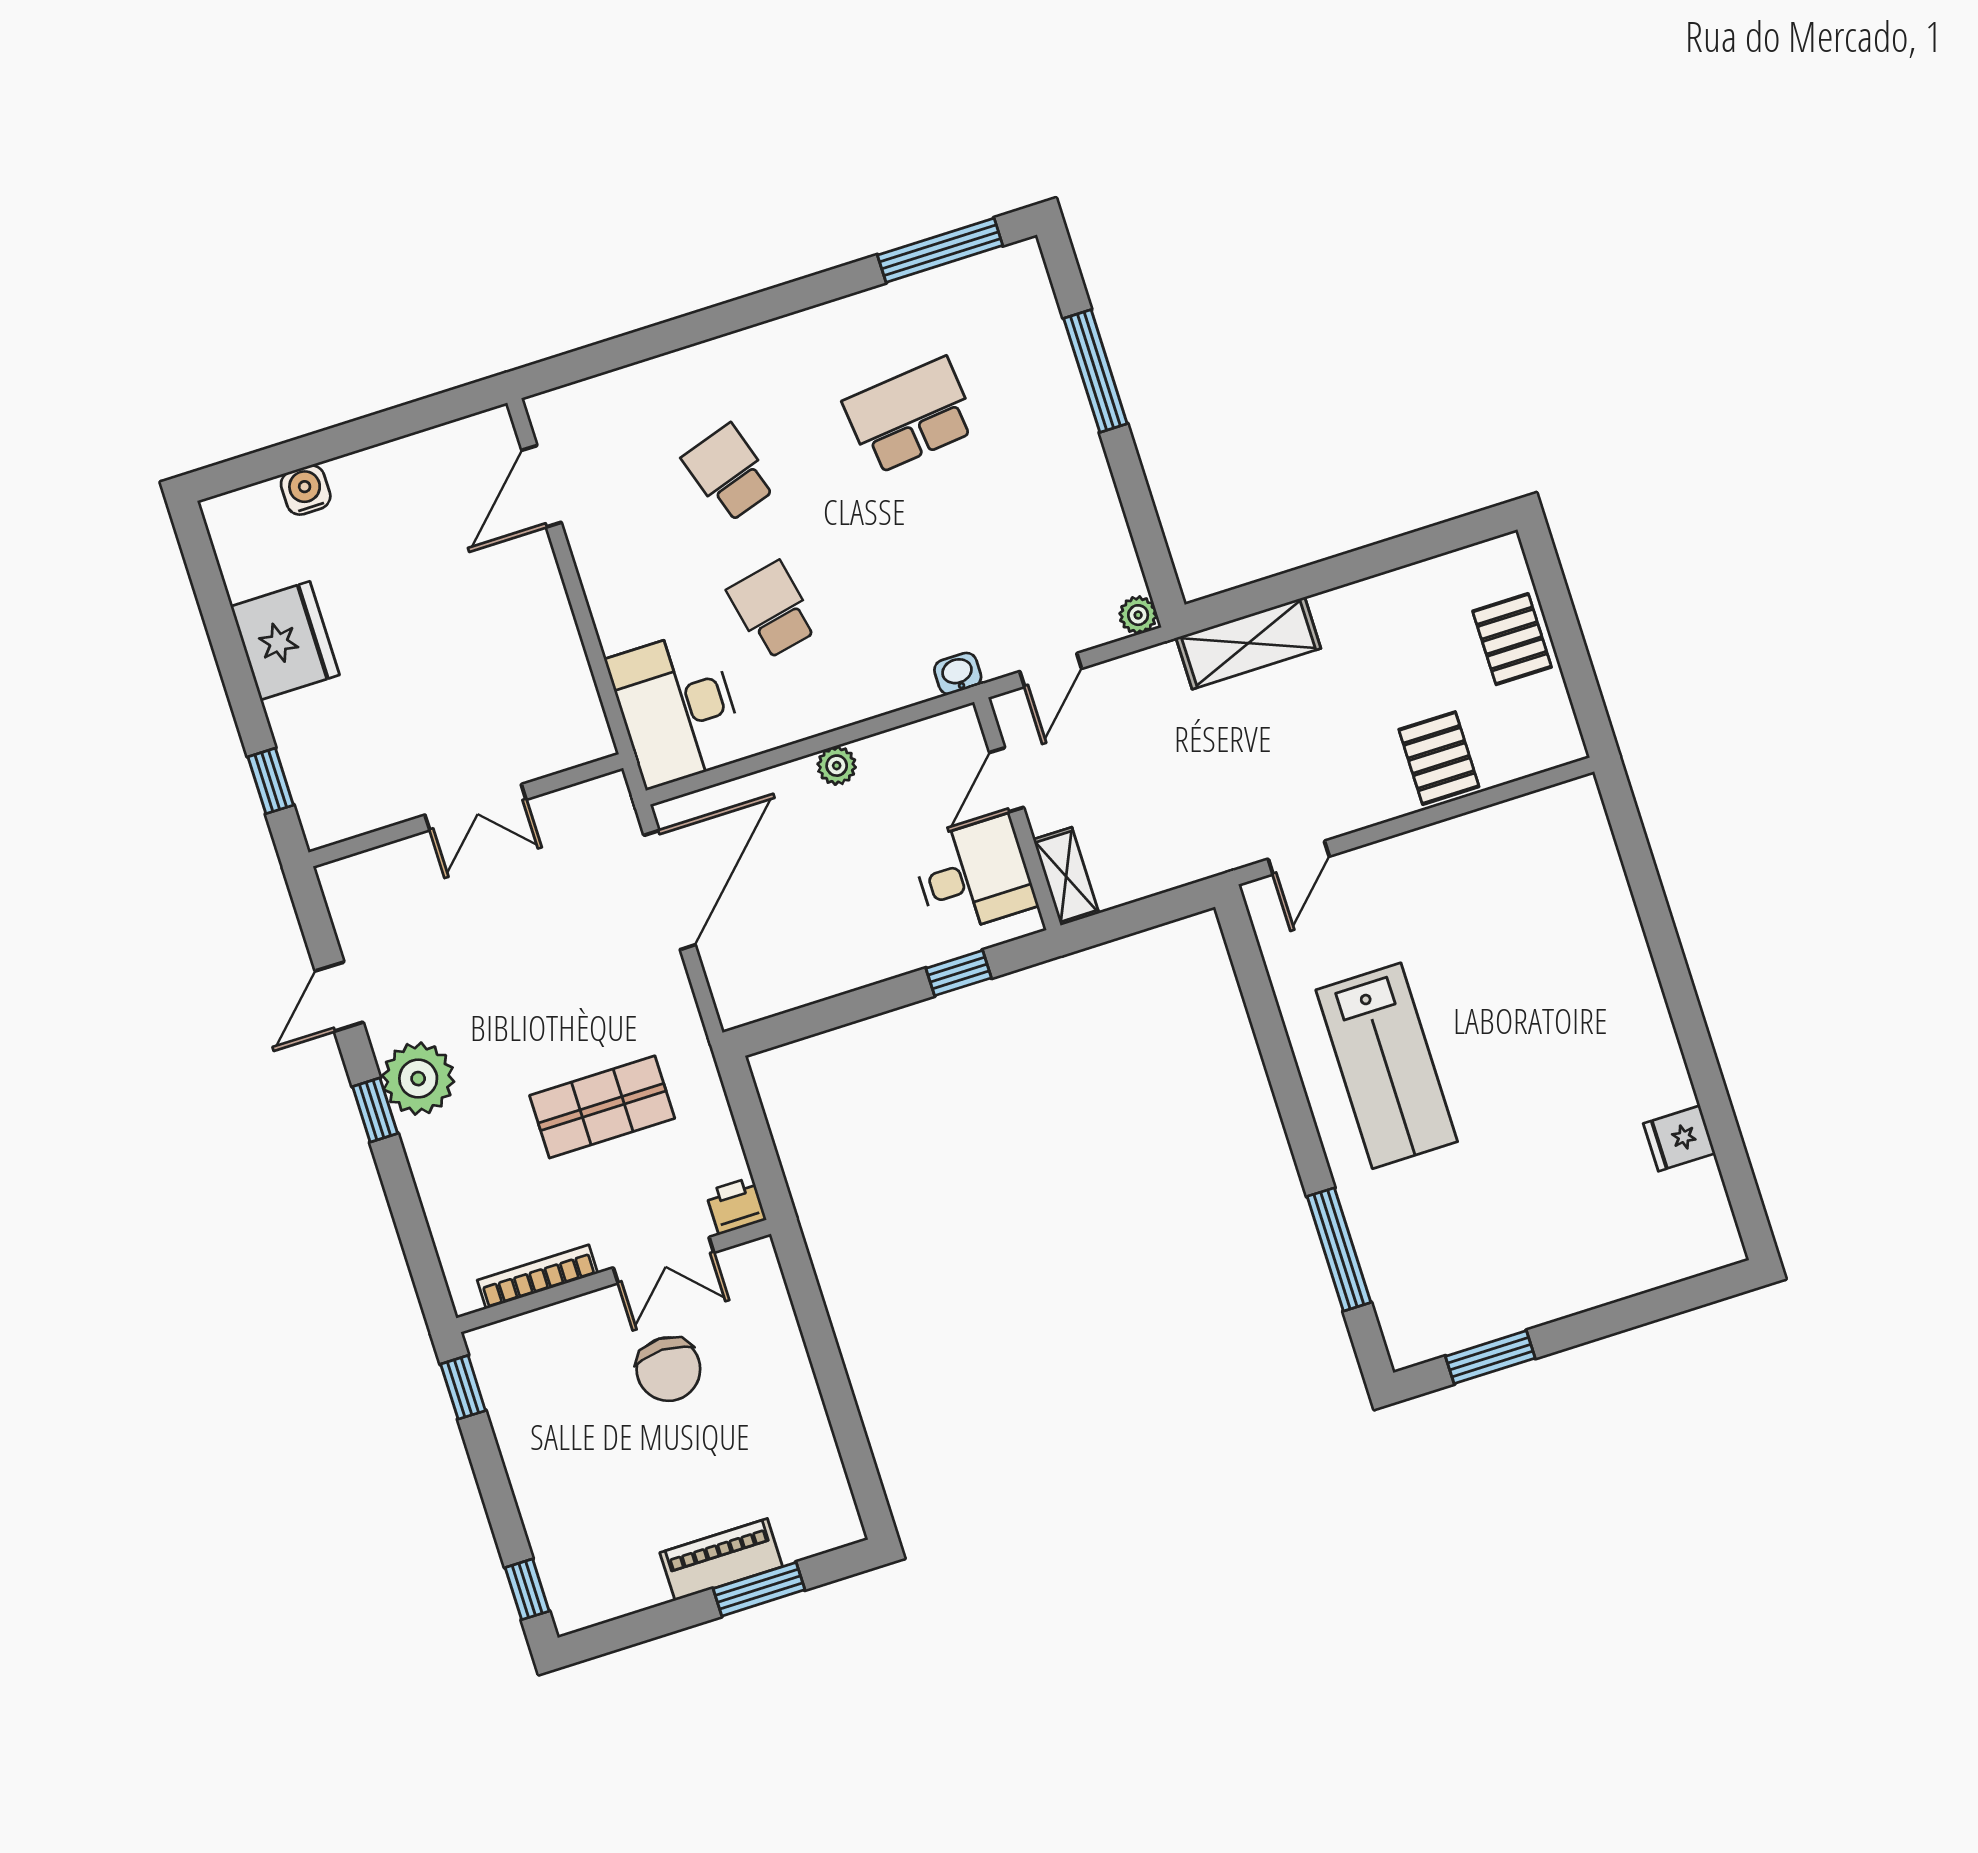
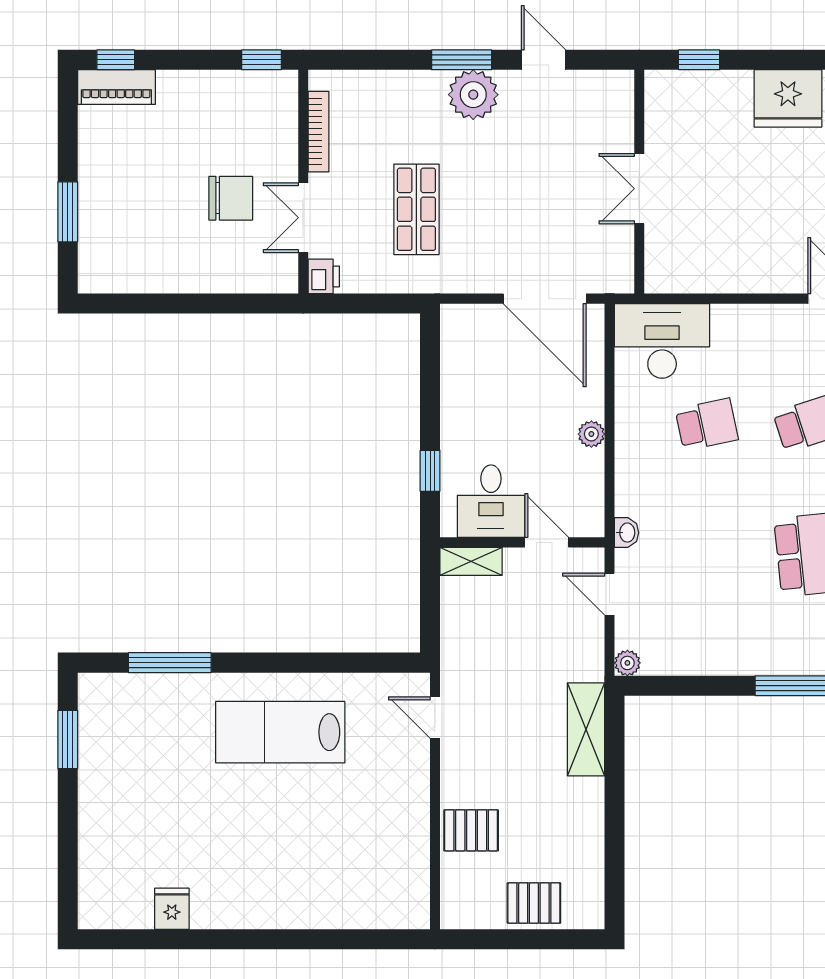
window: (375, 1110) -> (462, 60), width x1.50
chair: (668, 1369) -> (231, 198), turned 180
piano: (721, 1560) -> (116, 87), moved, turned 90

